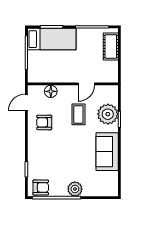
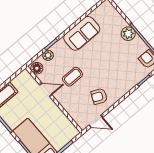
floor lamp: (51, 91) -> (37, 68), moved
plant: (108, 114) -> (48, 55), width x0.53, depth x0.53
armchair: (44, 122) -> (99, 96), turned 115

